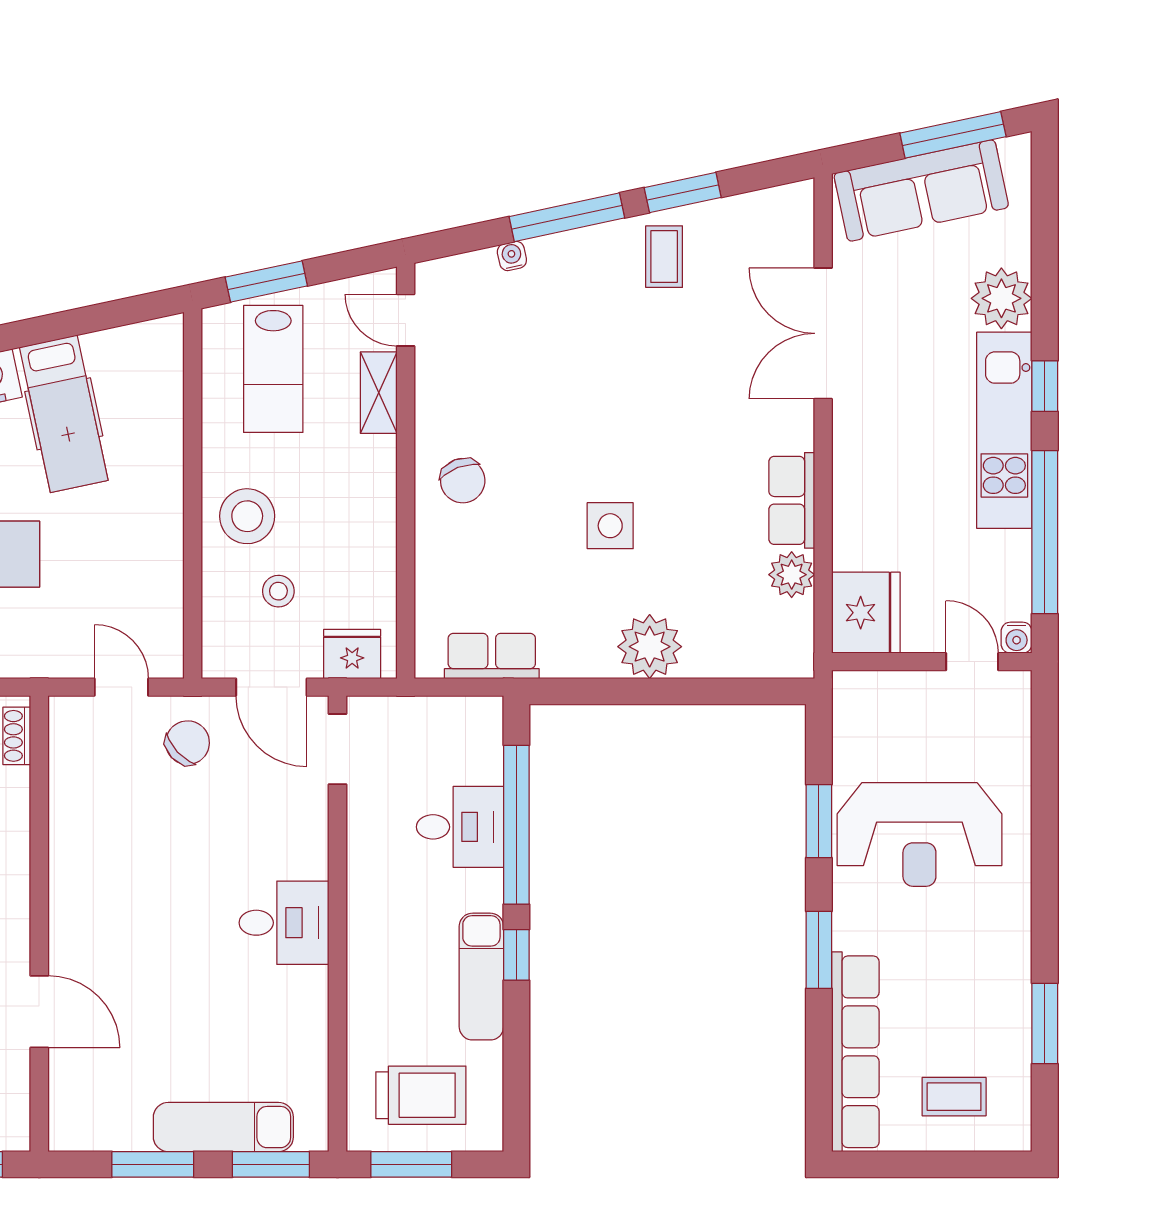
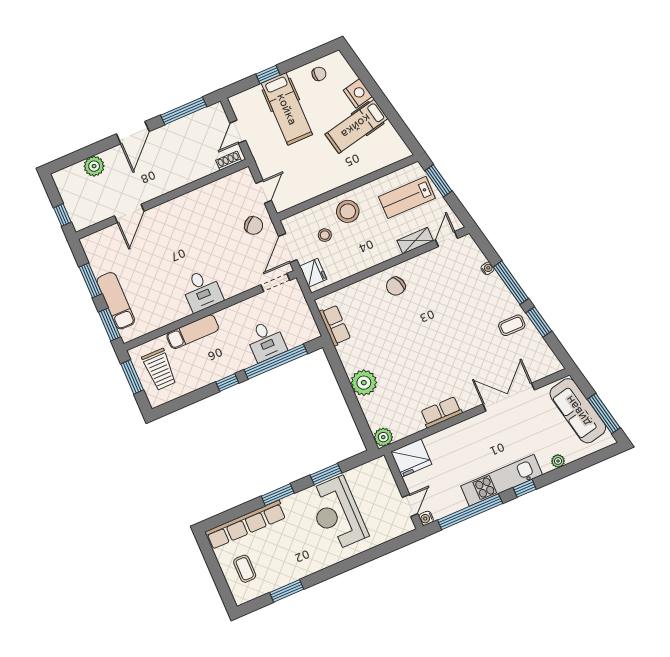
plant: (1001, 298) -> (558, 461), width x0.53, depth x0.53
side table: (610, 526) -> (403, 348), removed
plant: (792, 575) -> (383, 437), moved
exam couch: (481, 977) -> (193, 332), moved, turned 180

